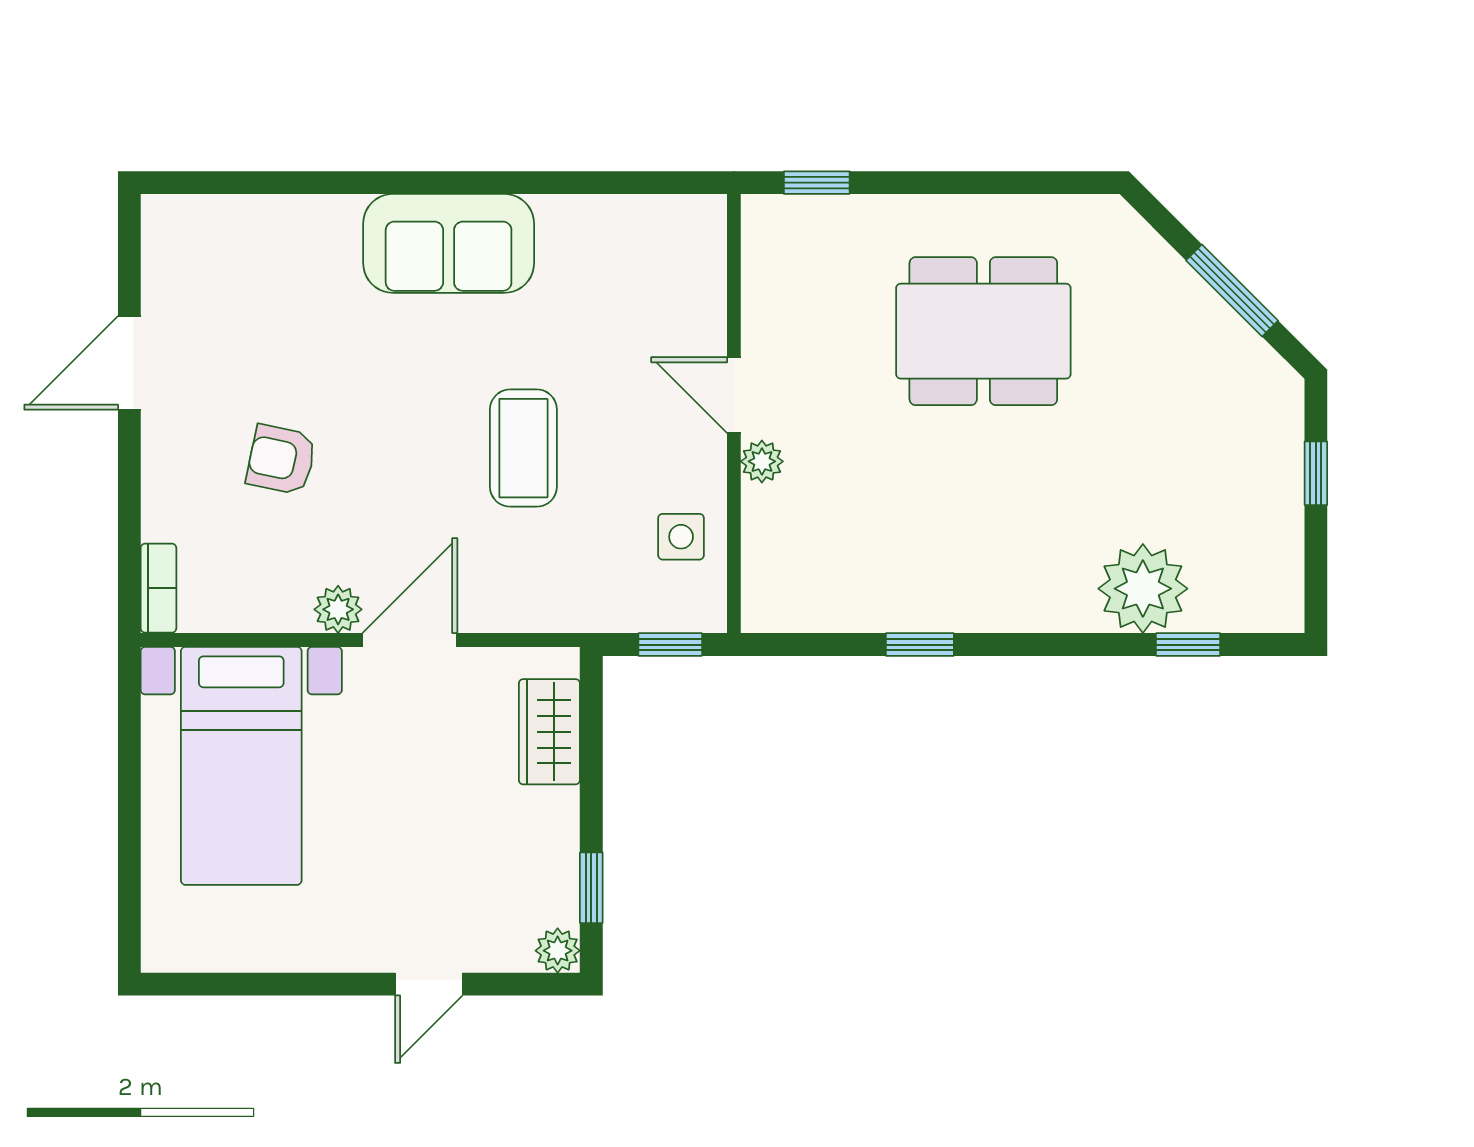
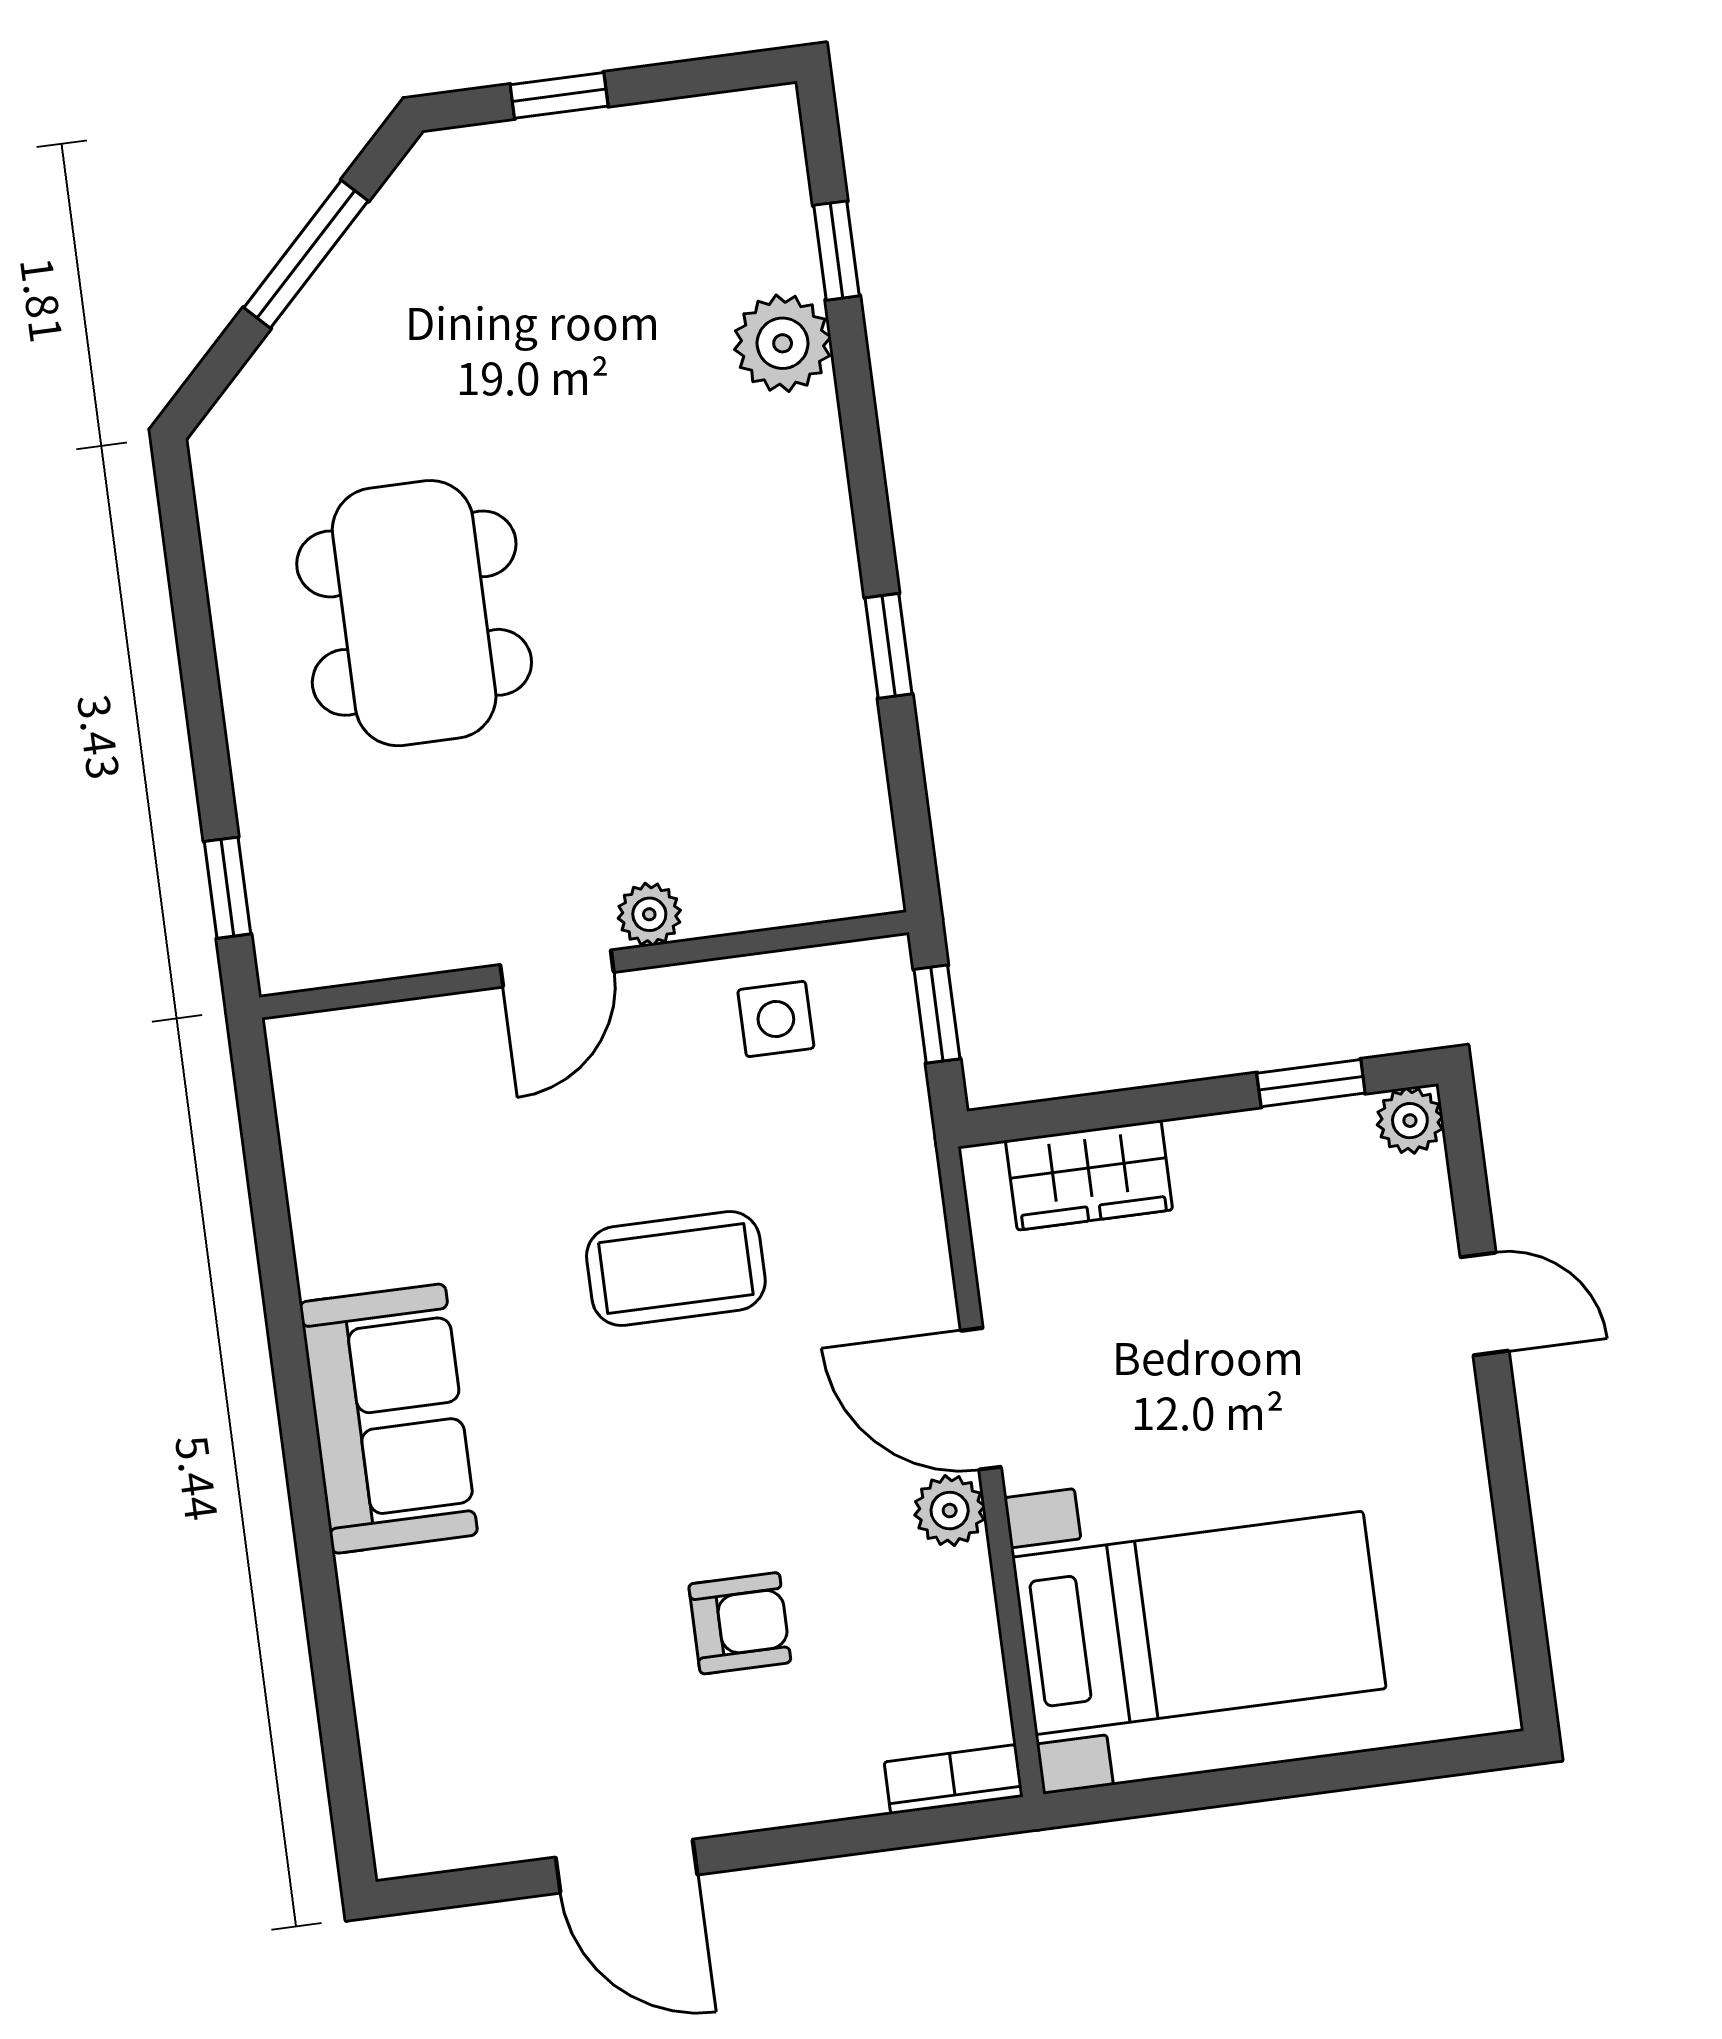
armchair: (281, 460) -> (740, 1623), turned -102
plant: (1143, 589) -> (783, 343), width x0.73, depth x0.73

